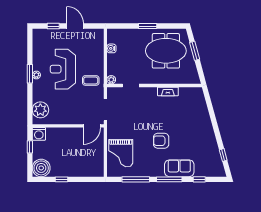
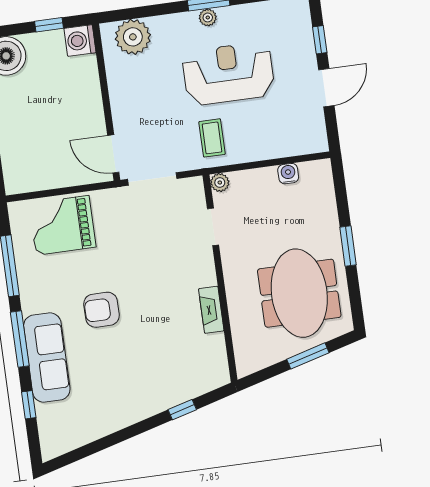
armchair: (161, 141) -> (102, 310), turned -90
window: (223, 155) -> (182, 410), moved
sofa: (179, 168) -> (47, 358), width x1.36

